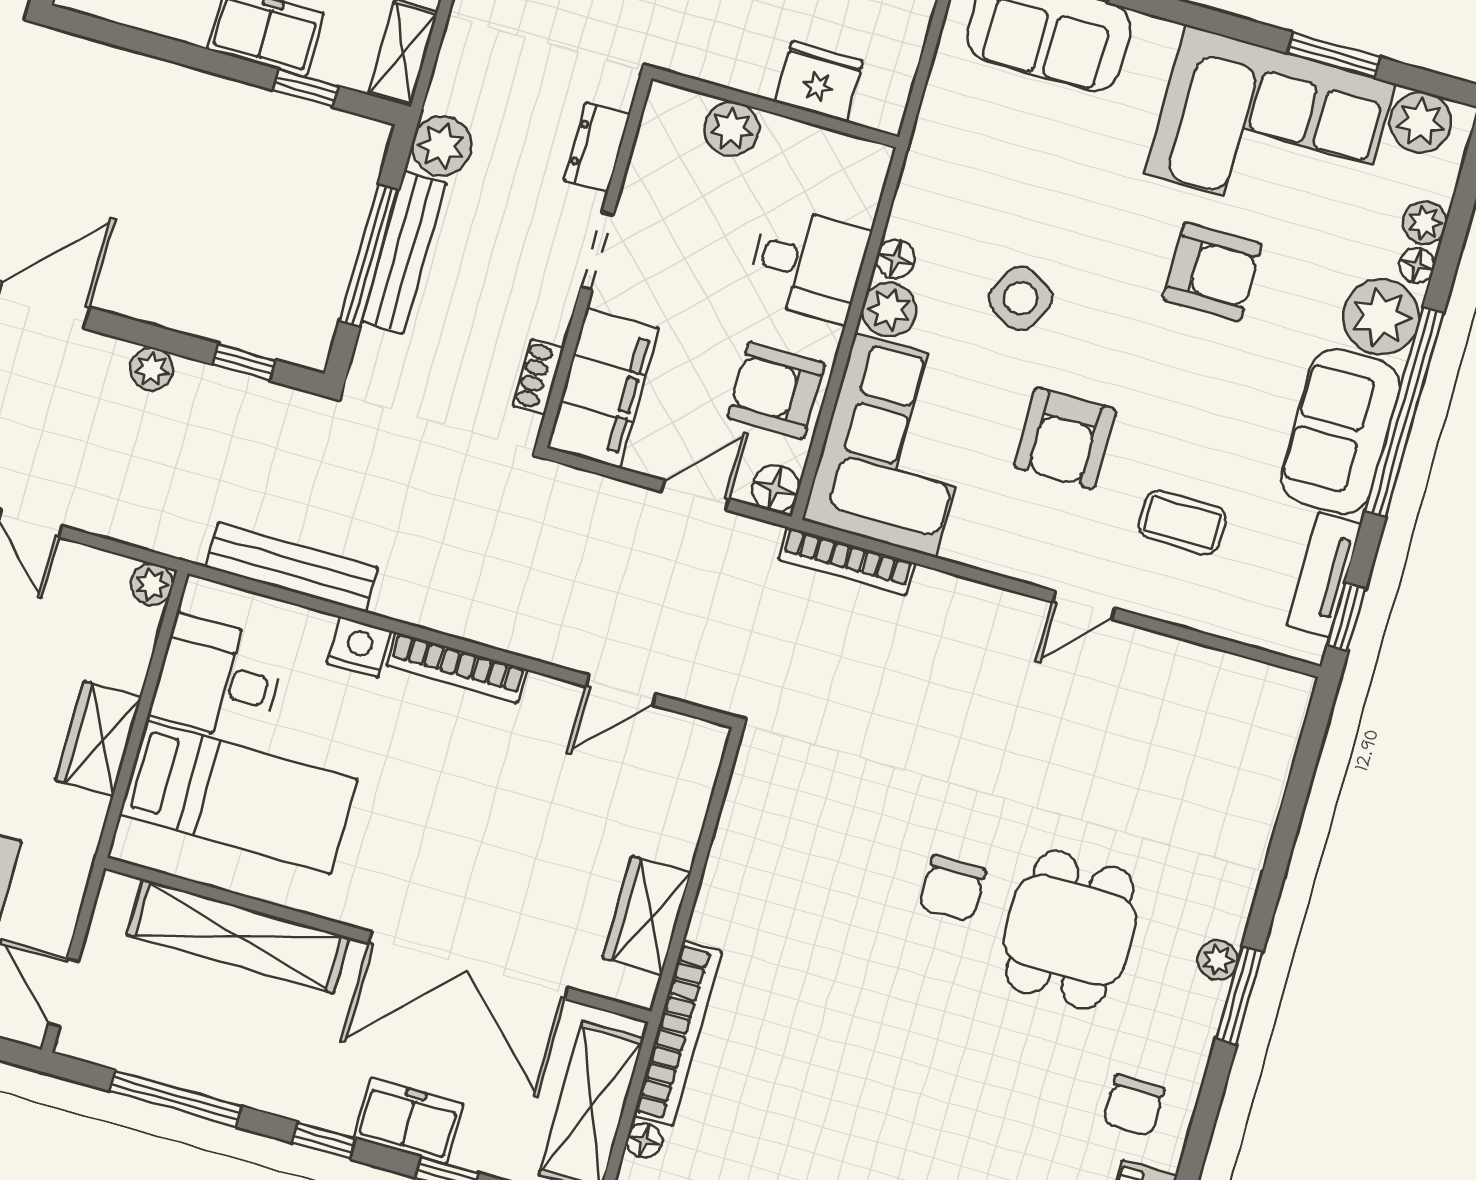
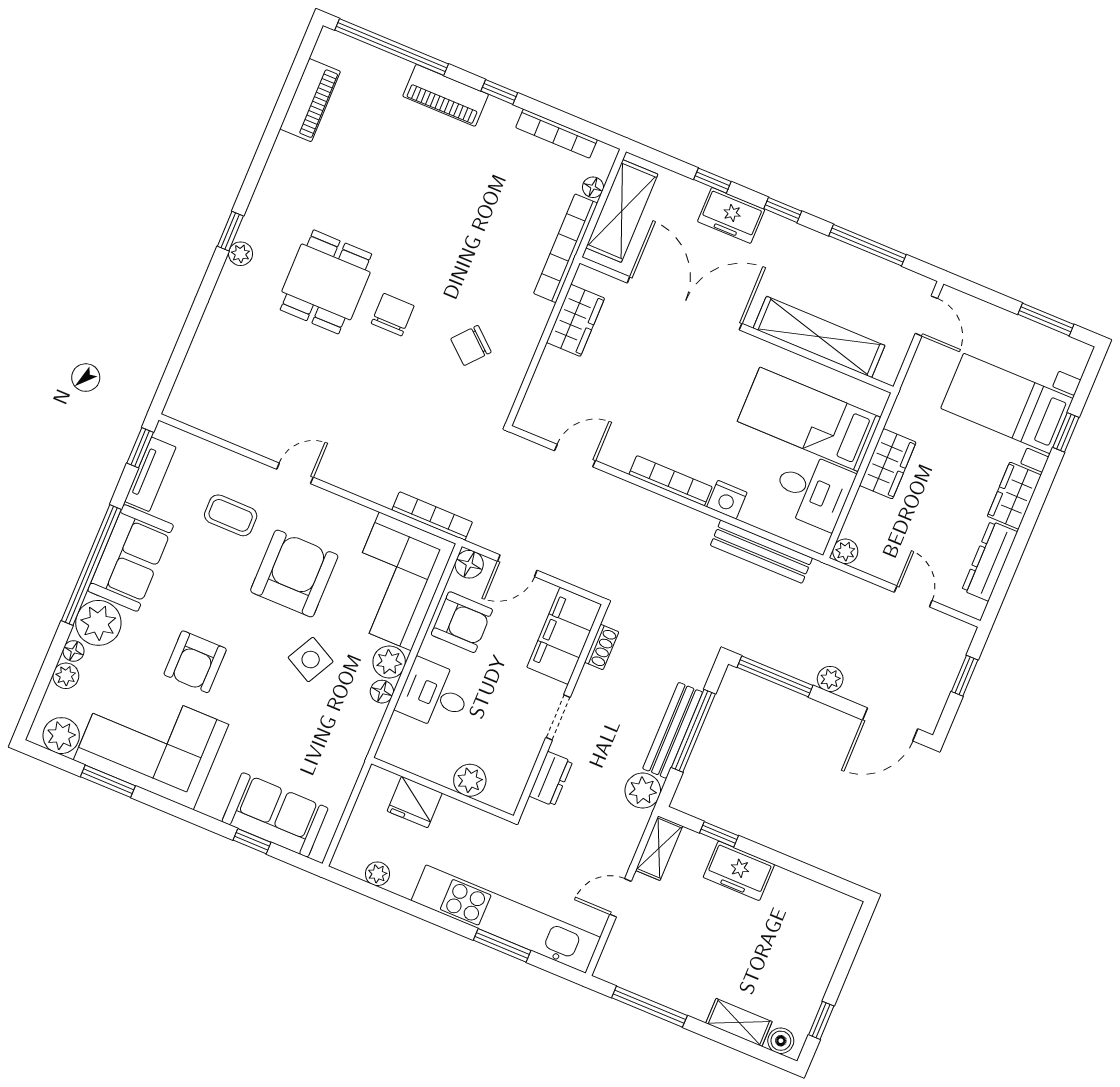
armchair: (1212, 272) -> (195, 662), turned -90
window: (244, 362) -> (775, 676), width x2.17
armchair: (1065, 438) -> (294, 573), width x1.36, depth x1.36
window: (1239, 995) -> (230, 231), width x0.67
chair: (1134, 1105) -> (471, 345), moved, turned -139

